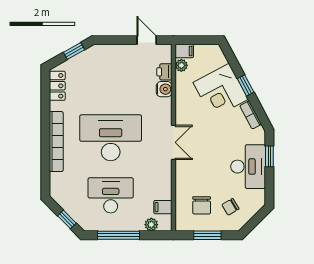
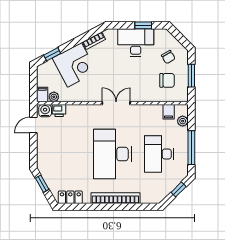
window: (246, 85) -> (52, 54), moved
water cooler: (164, 89) -> (45, 111), moved
window: (269, 156) -> (143, 25), moved

